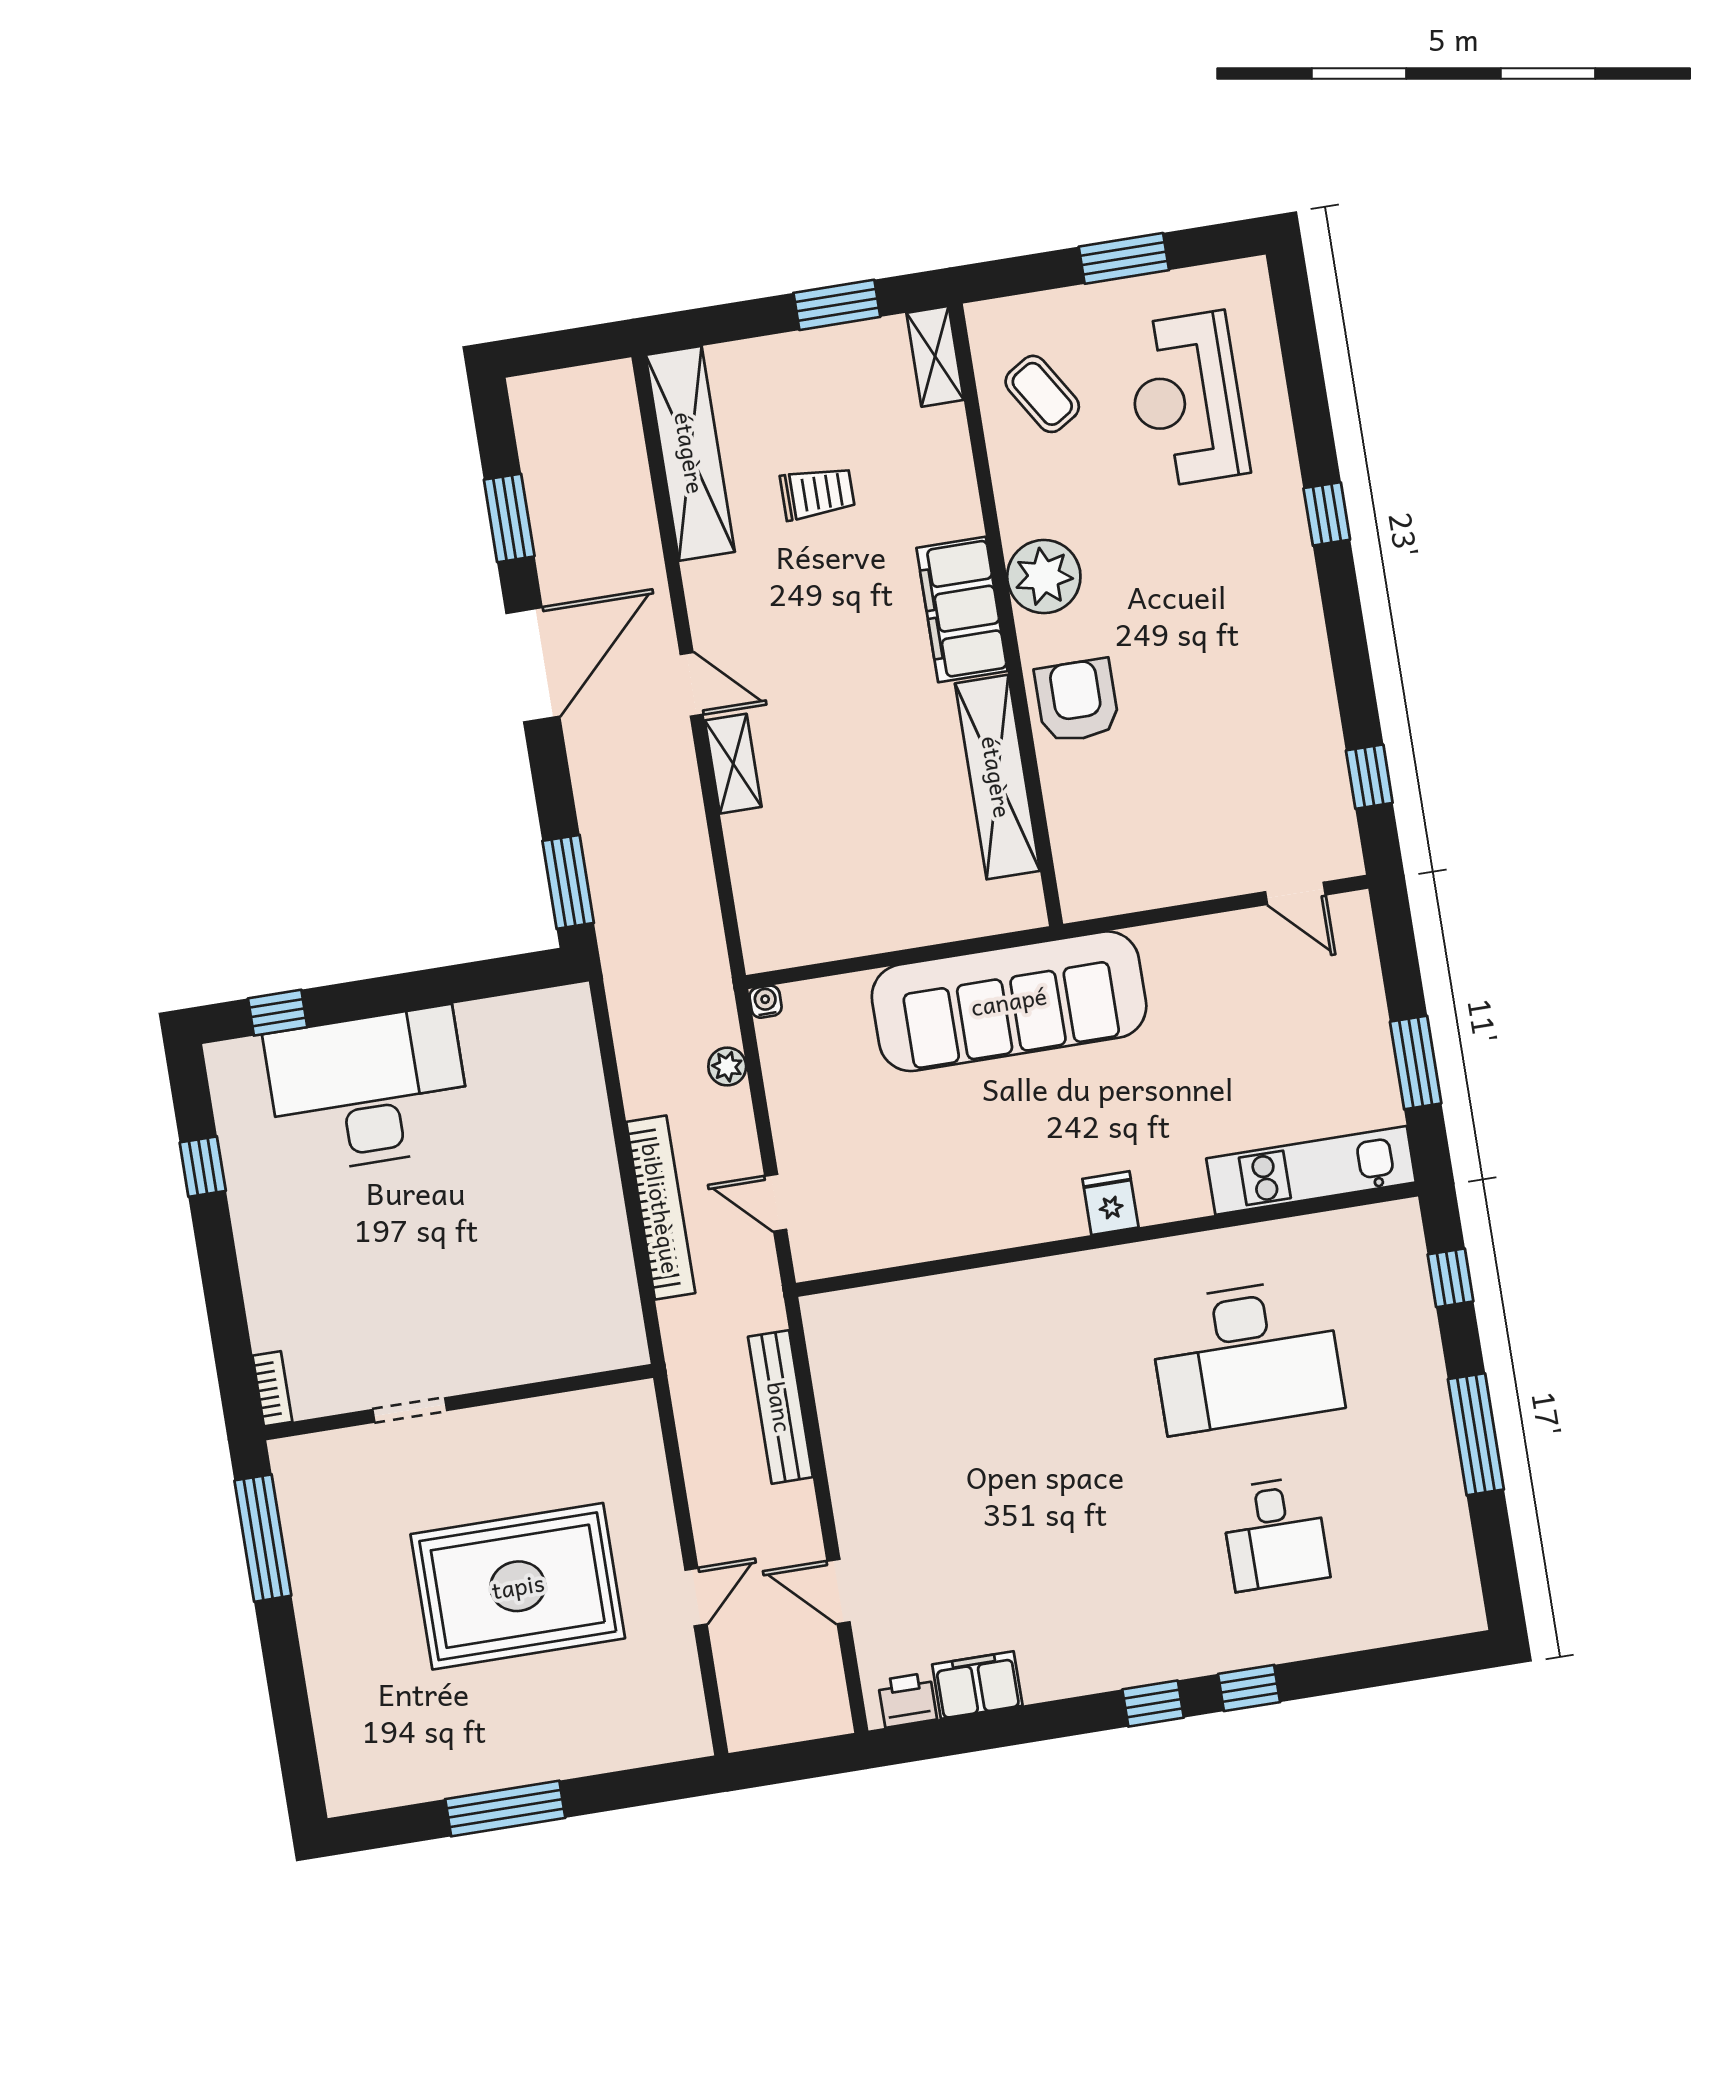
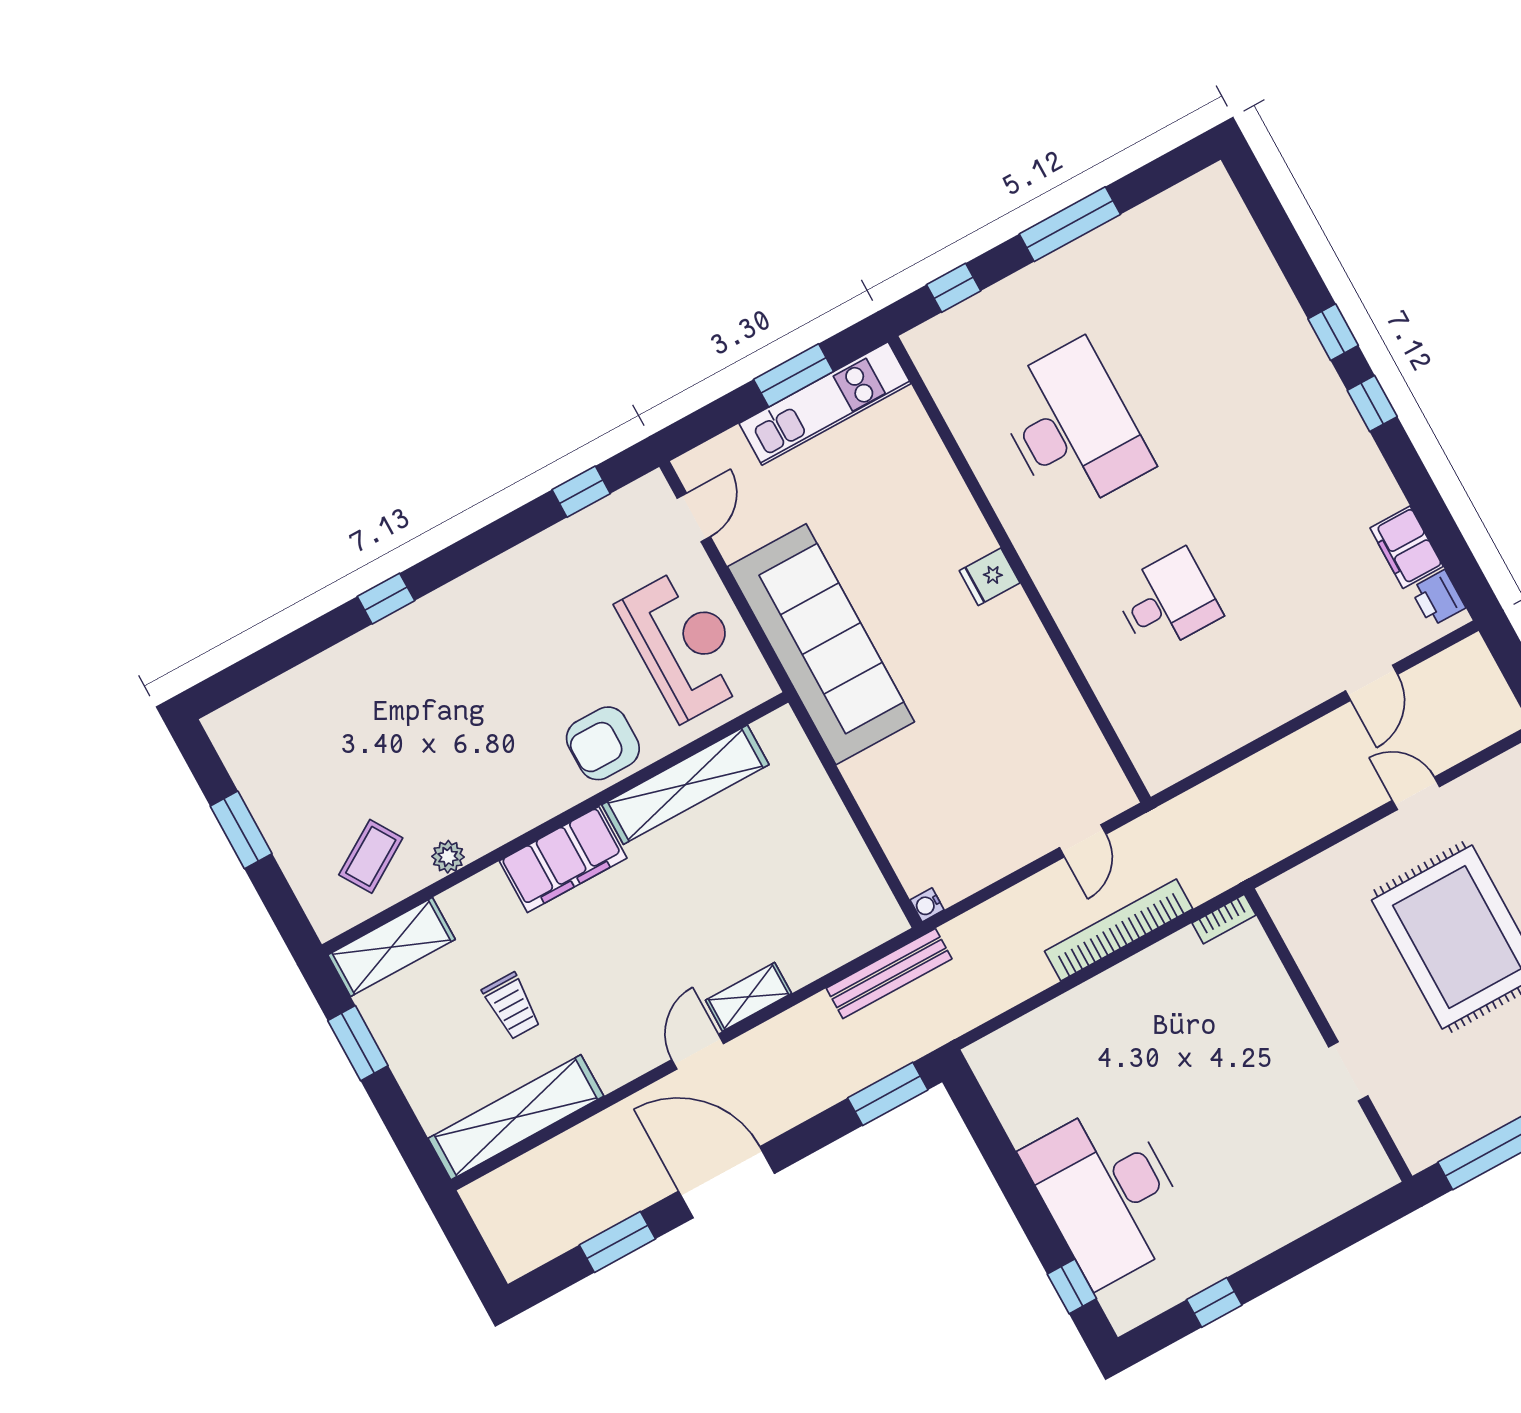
shelving: (935, 356) -> (391, 947), width x1.50, depth x1.33
reception desk: (1187, 399) -> (684, 644), moved, turned -90
trolley: (817, 493) -> (512, 1006), turned 180
plant: (1044, 577) -> (448, 857), moved, width x0.53, depth x0.53
sofa: (1009, 1001) -> (821, 644), moved
plant: (727, 1067) -> (989, 917), removed
kitchen unit: (1311, 1170) -> (825, 404), moved, turned -90
bookcase: (272, 1389) -> (1224, 919), moved, turned 180
bench: (780, 1407) -> (889, 973), moved
desk: (1275, 1533) -> (1167, 601), moved

